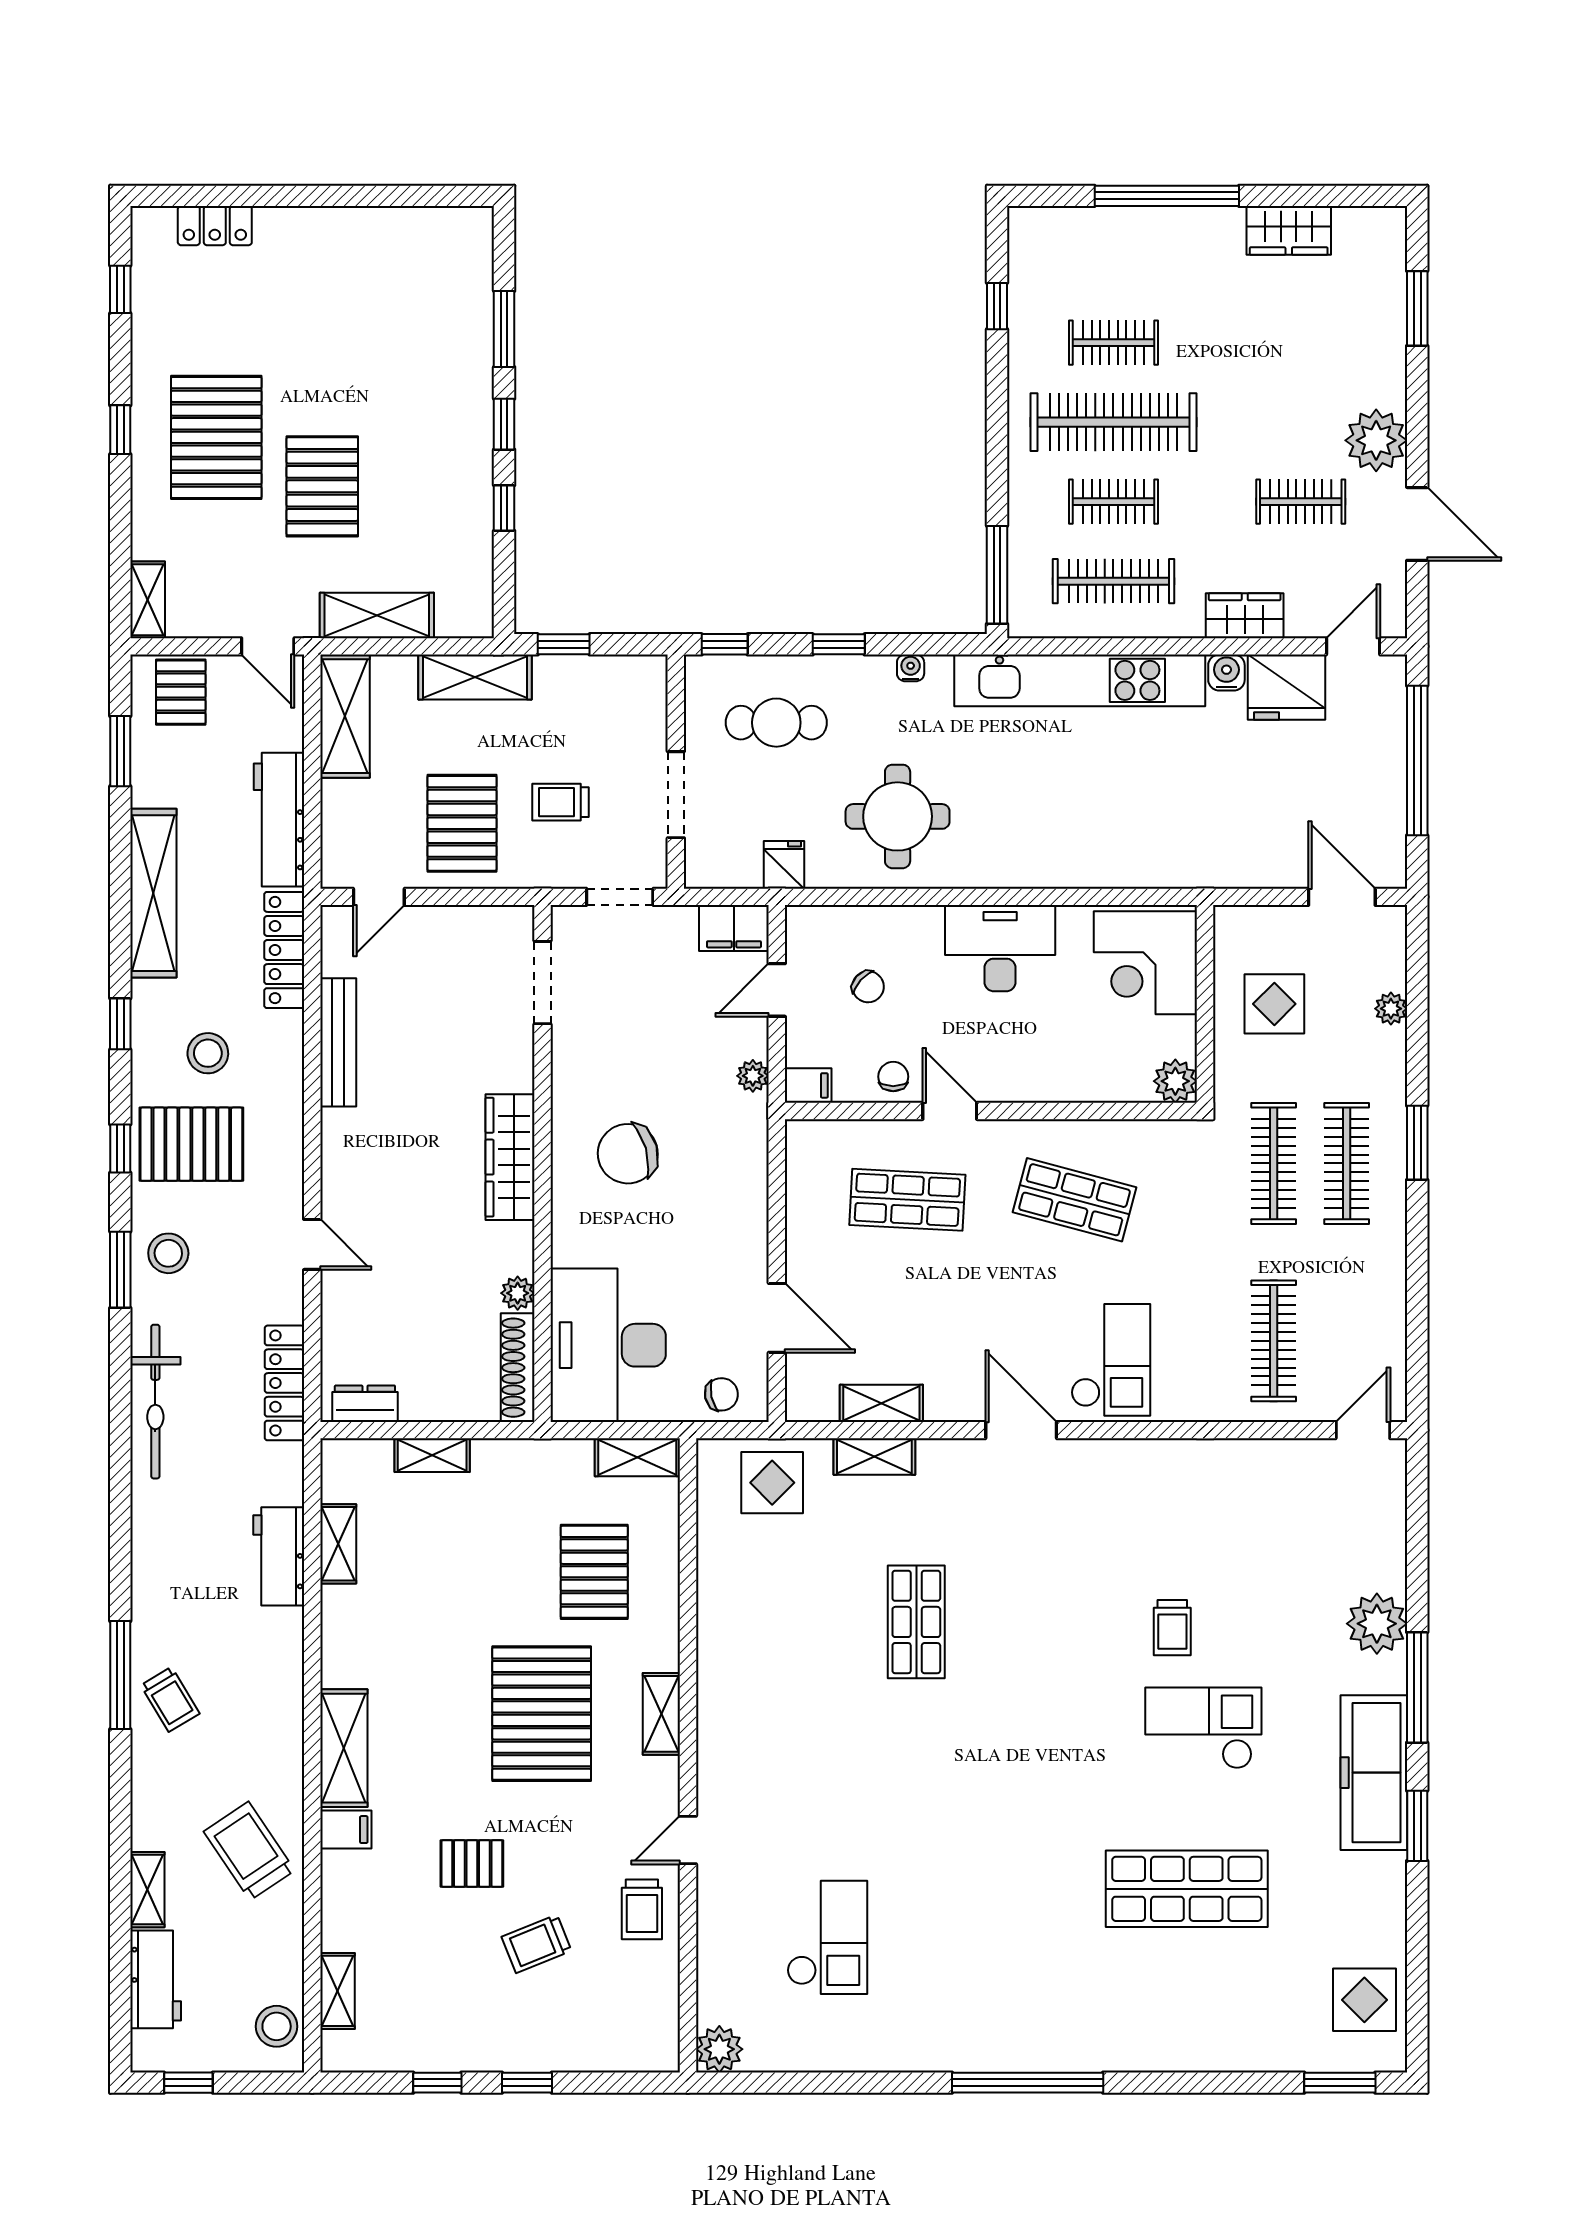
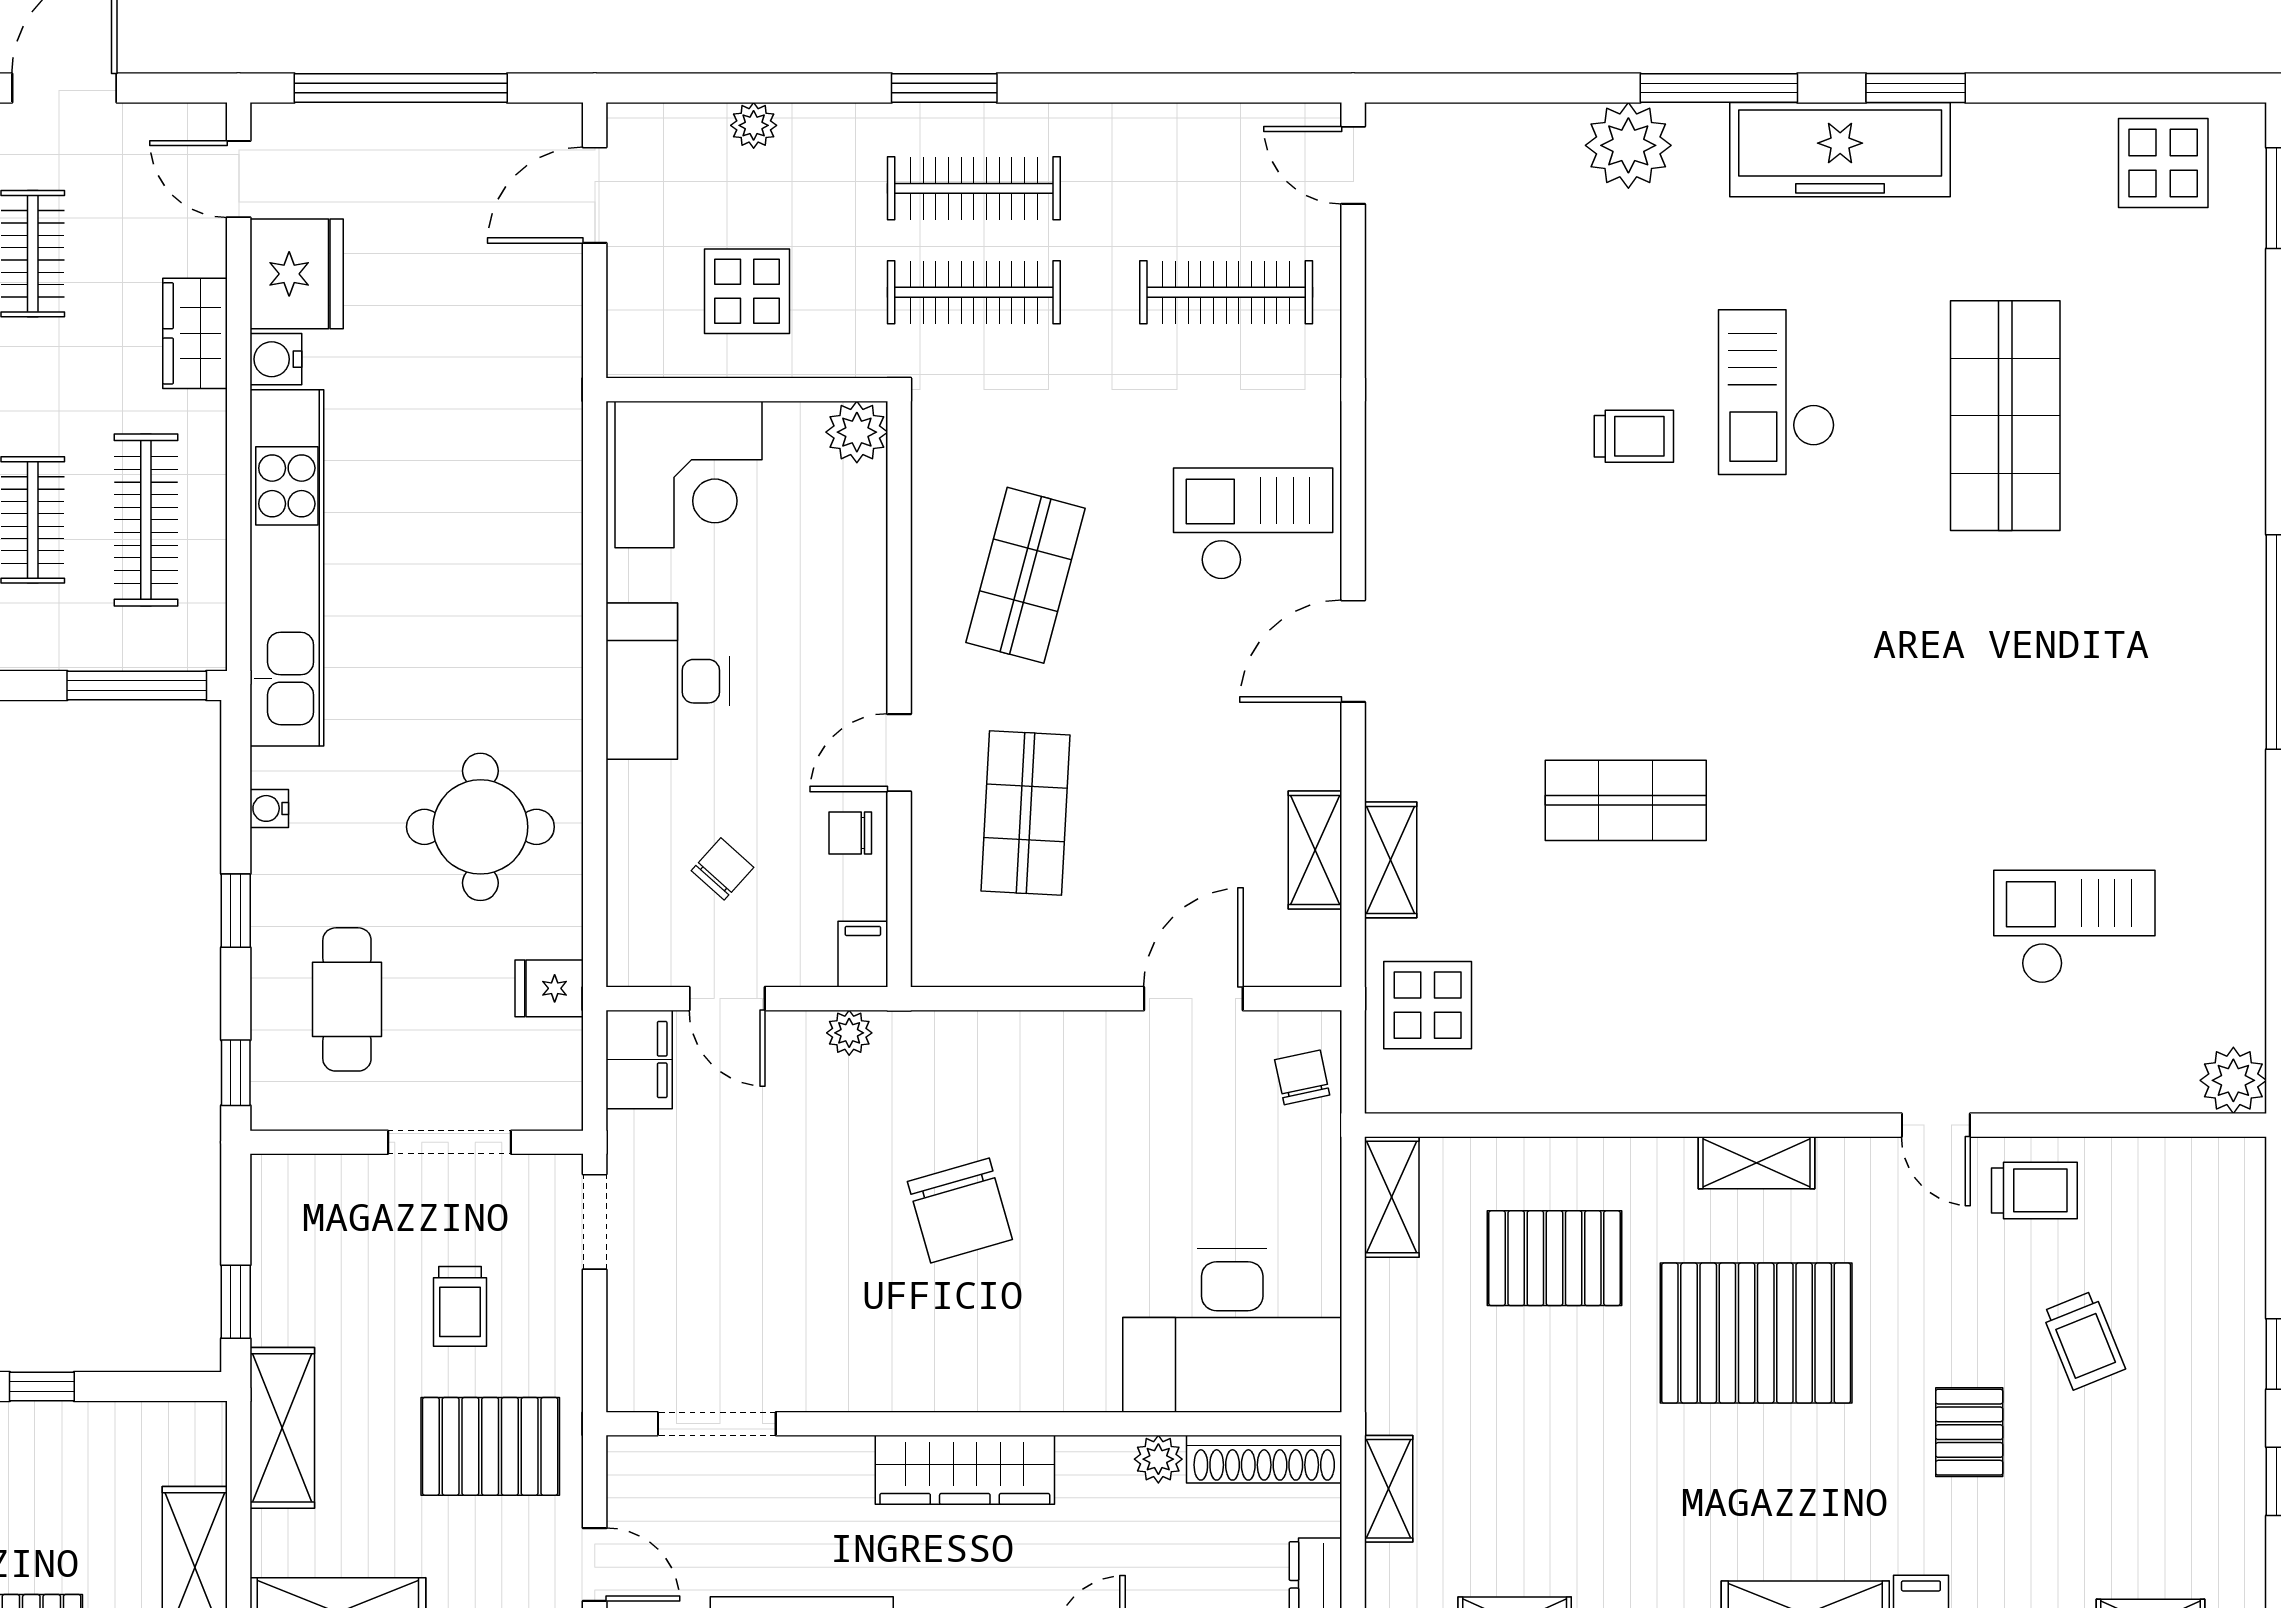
doorway: (542, 983) -> (717, 1424), moved
wardrobe: (510, 1157) -> (965, 1470), moved
wall: (542, 1163) -> (974, 1424), moved
plant: (518, 1293) -> (1158, 1459), moved
desk: (608, 1345) -> (1232, 1330), moved
shoe rack: (518, 1368) -> (1264, 1459), moved

